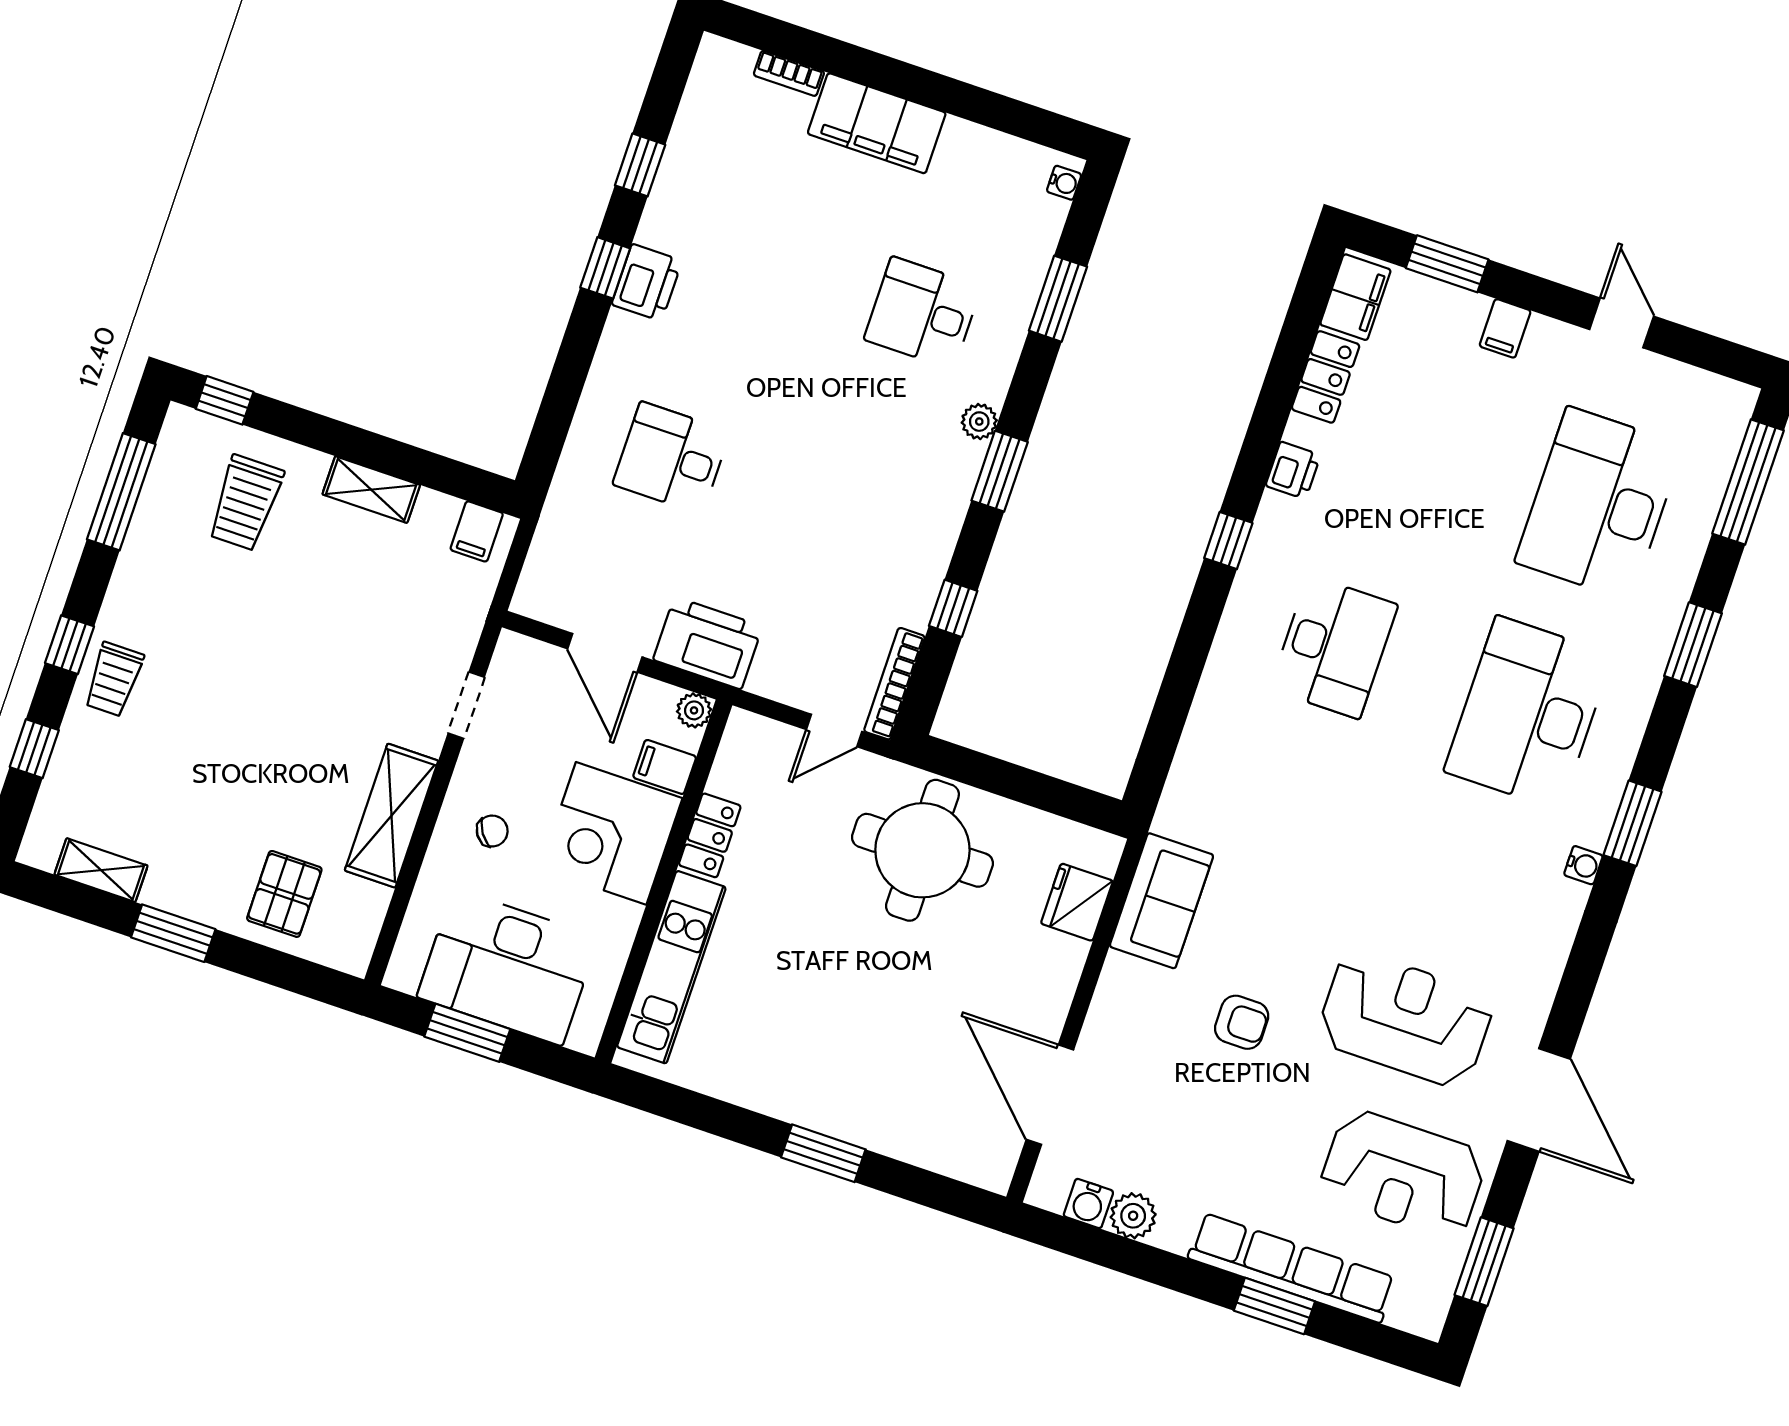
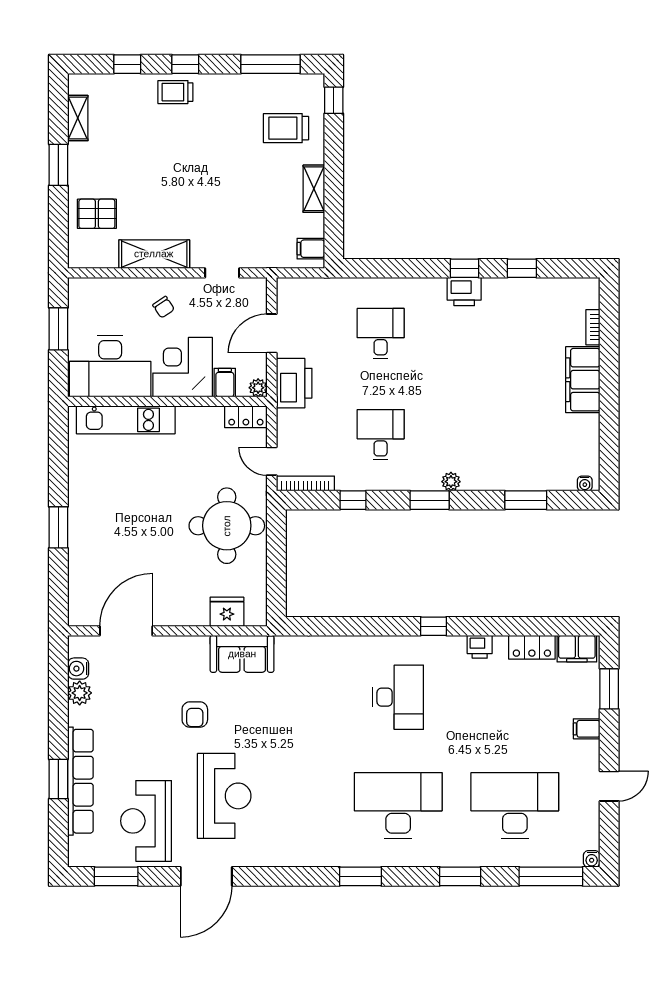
desk: (923, 313) -> (381, 435), moved
desk: (1334, 647) -> (398, 697), turned -90
locker: (710, 835) -> (246, 417), moved
water cooler: (1583, 865) -> (592, 859), moved
desk: (508, 967) -> (110, 366), moved, turned -90

